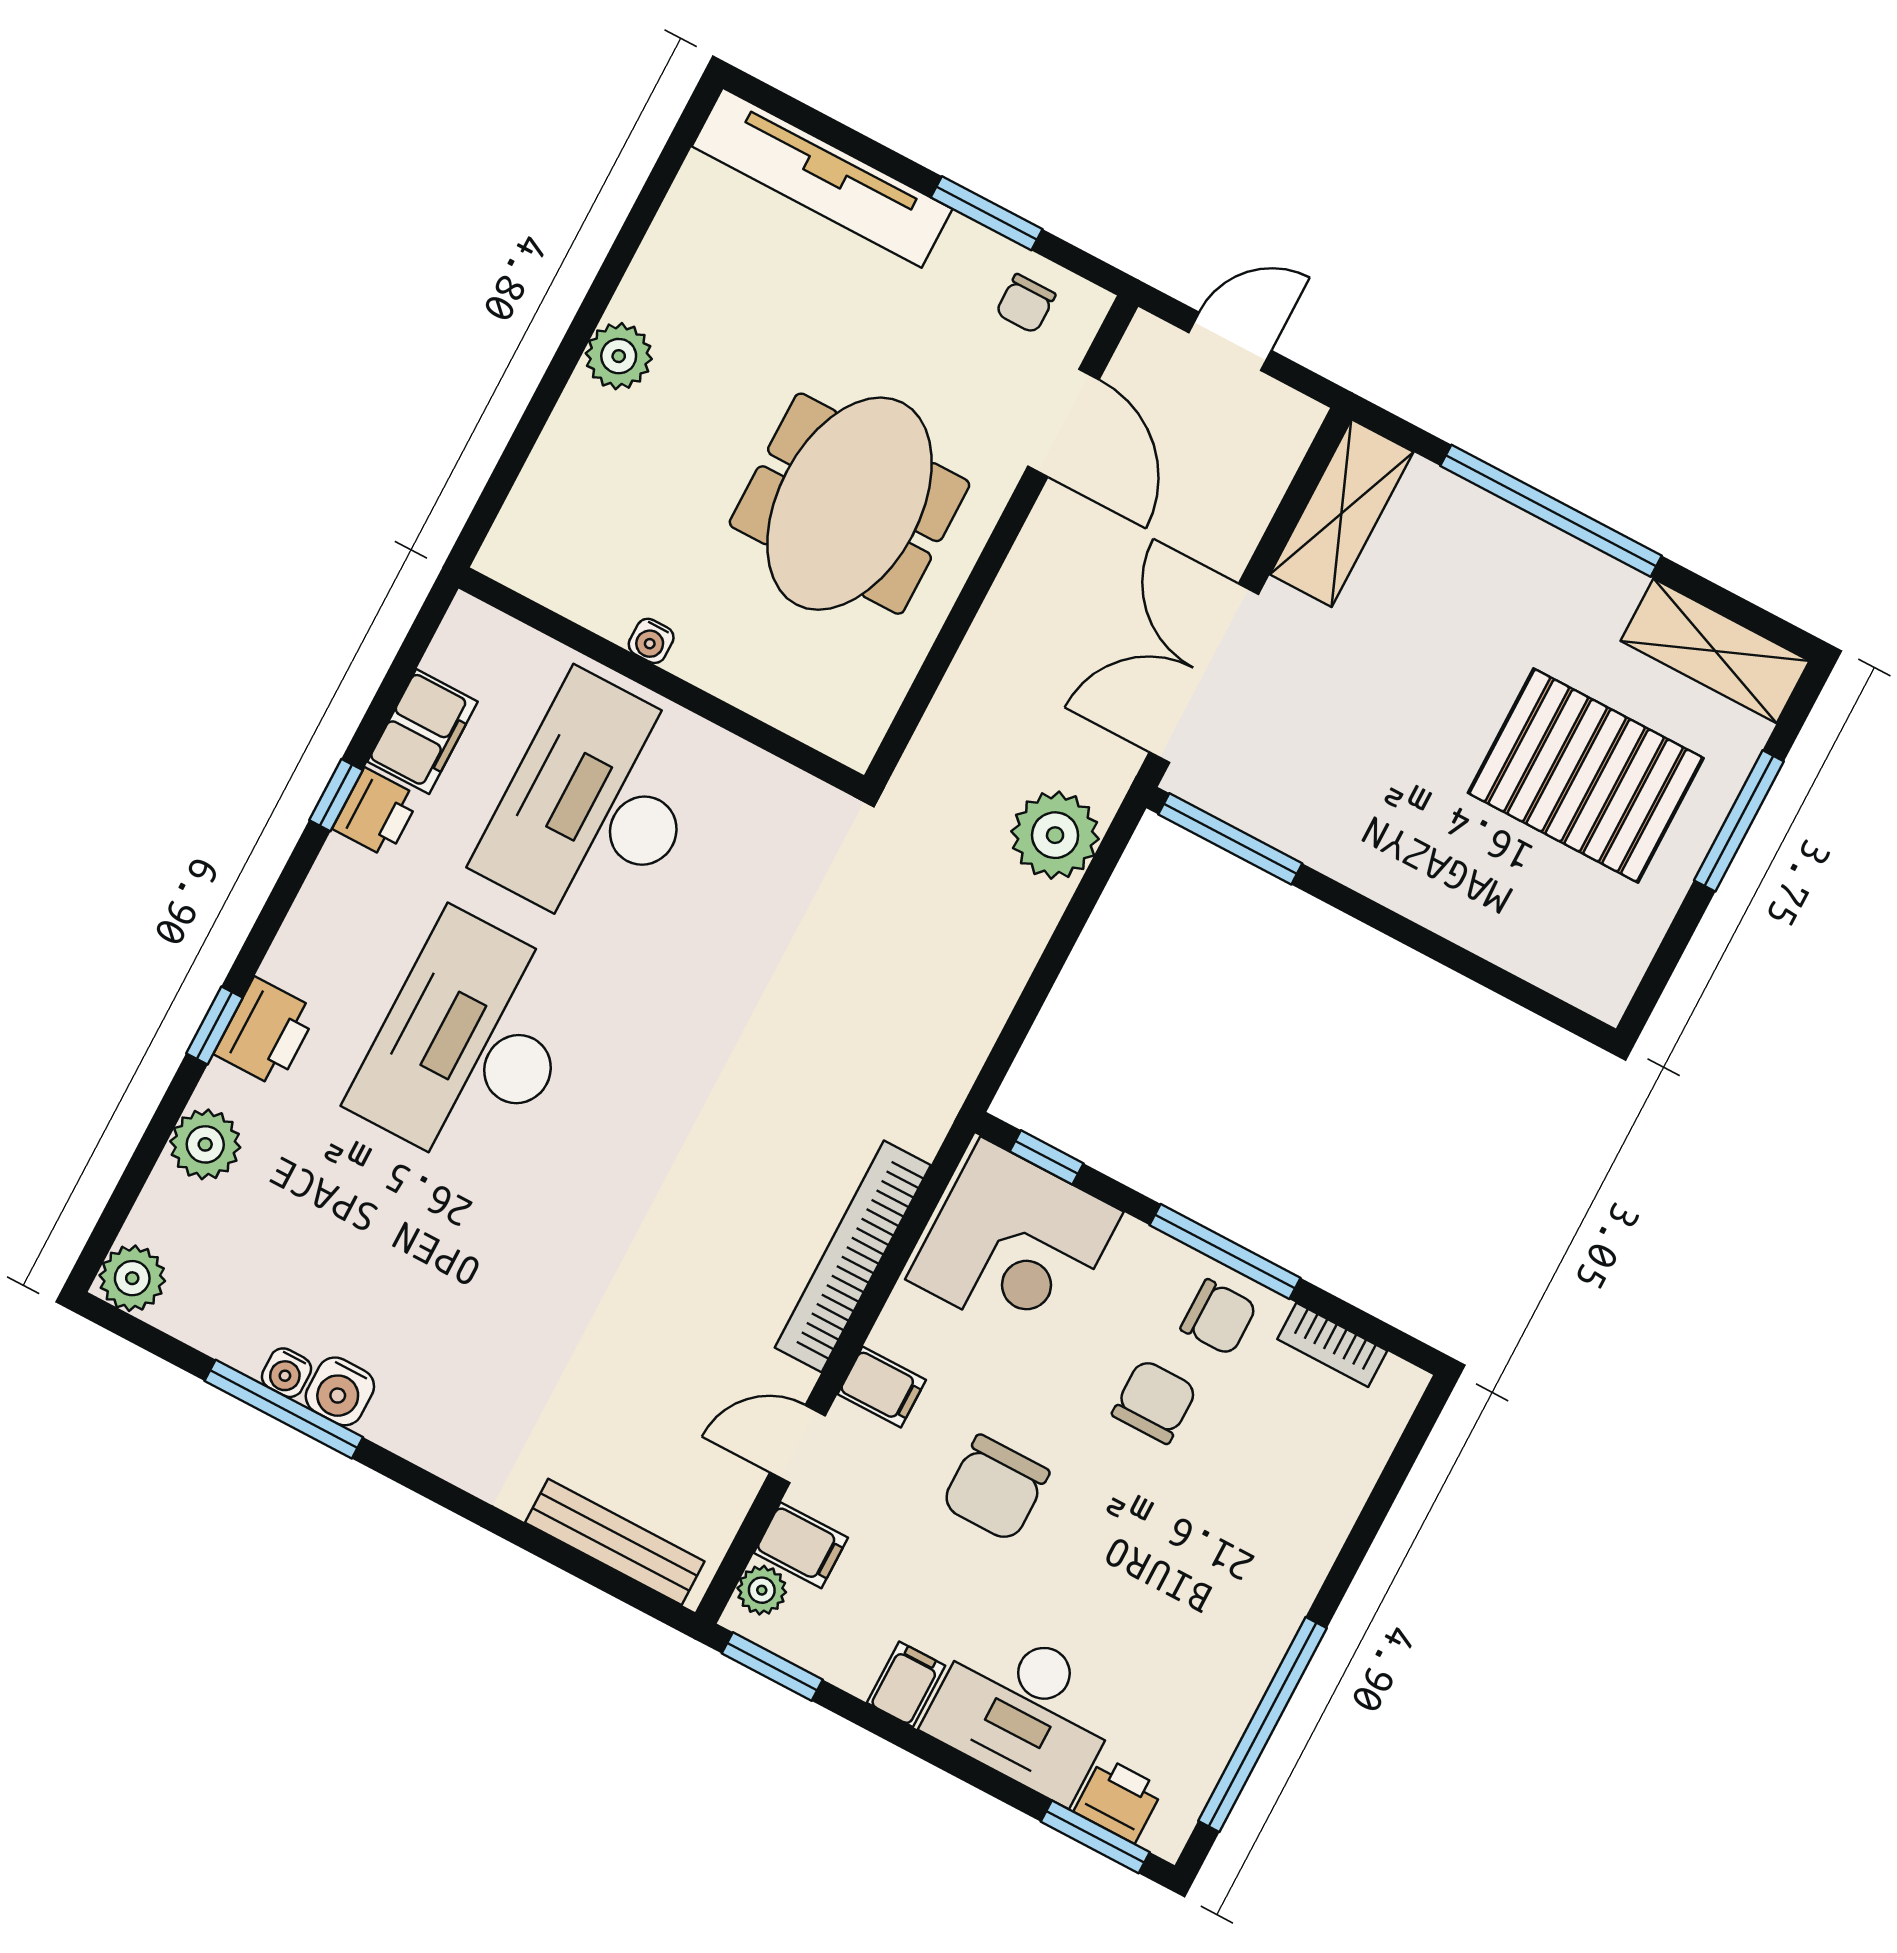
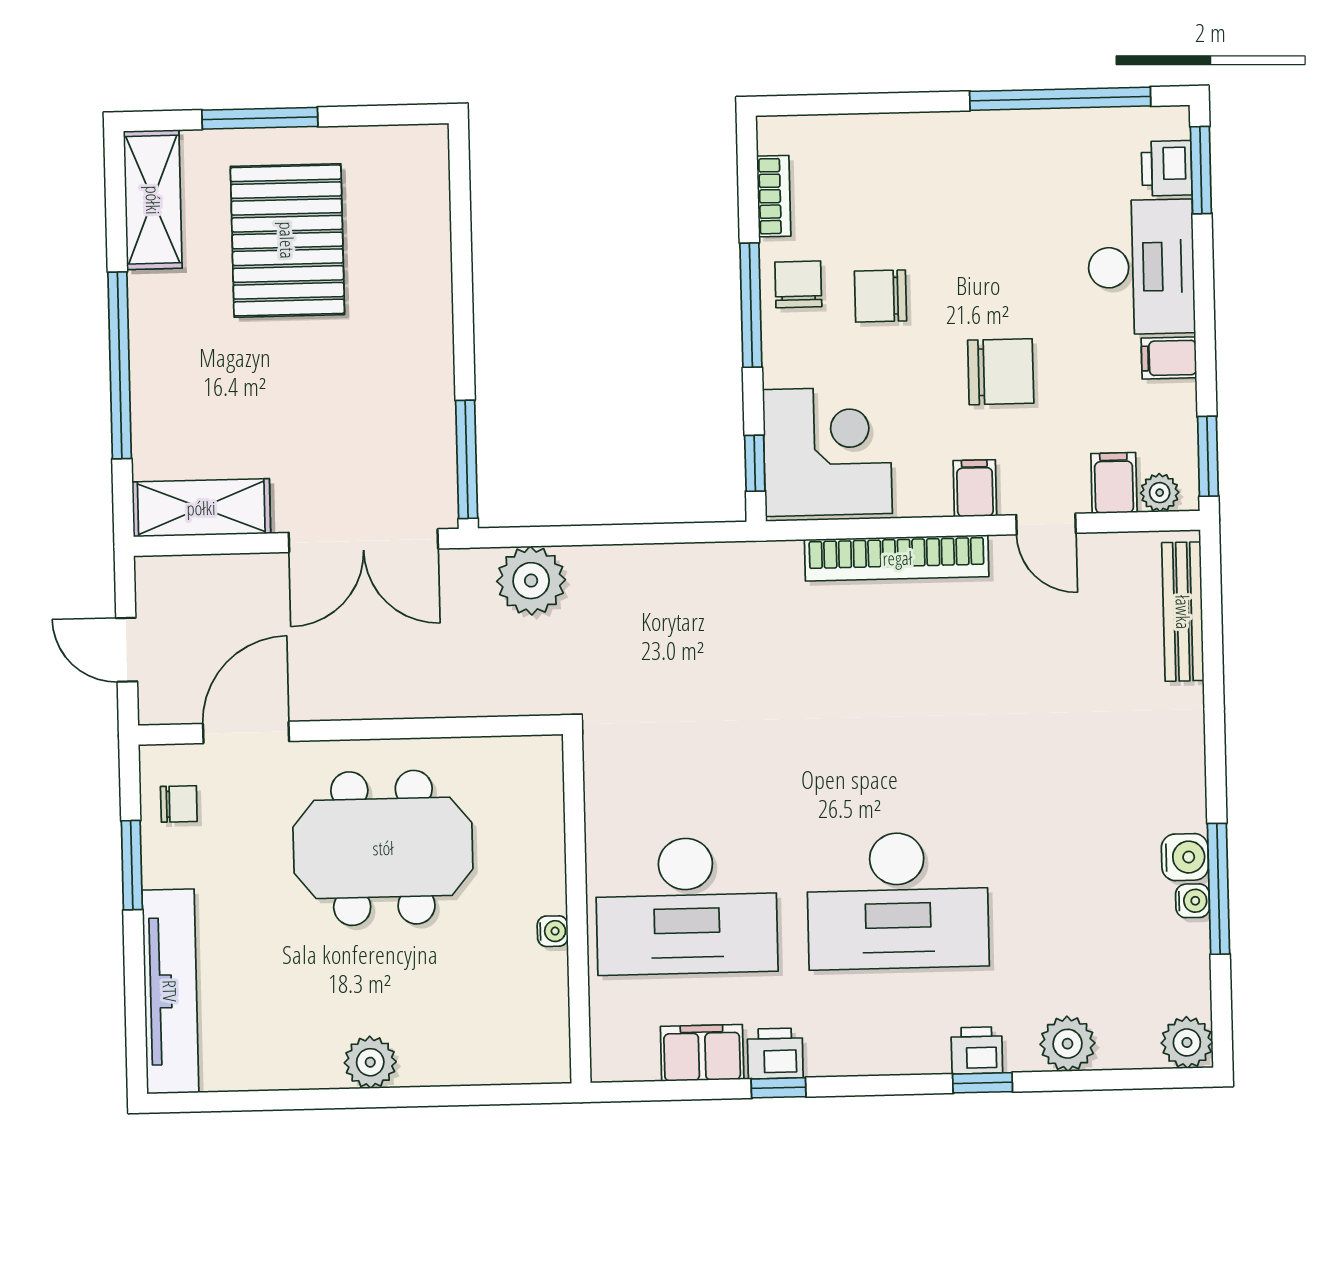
printer: (266, 1032) -> (977, 1050), width x0.73, depth x0.81

